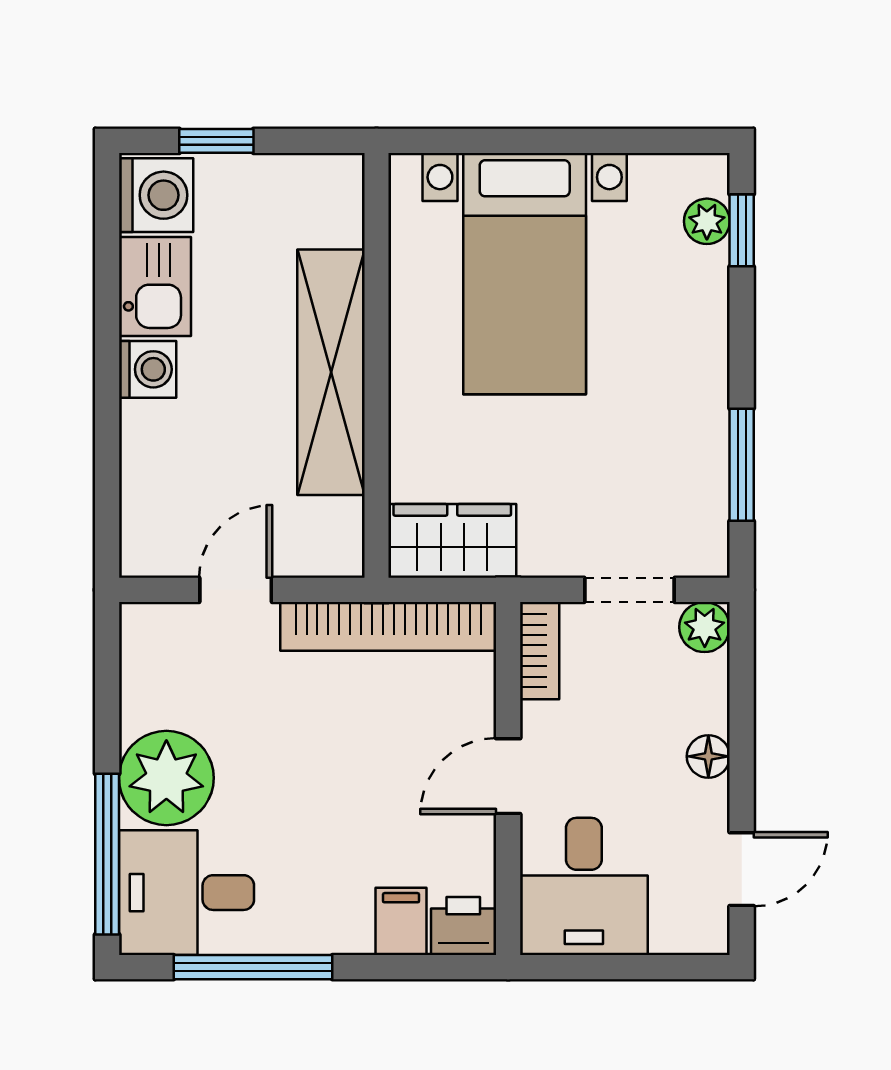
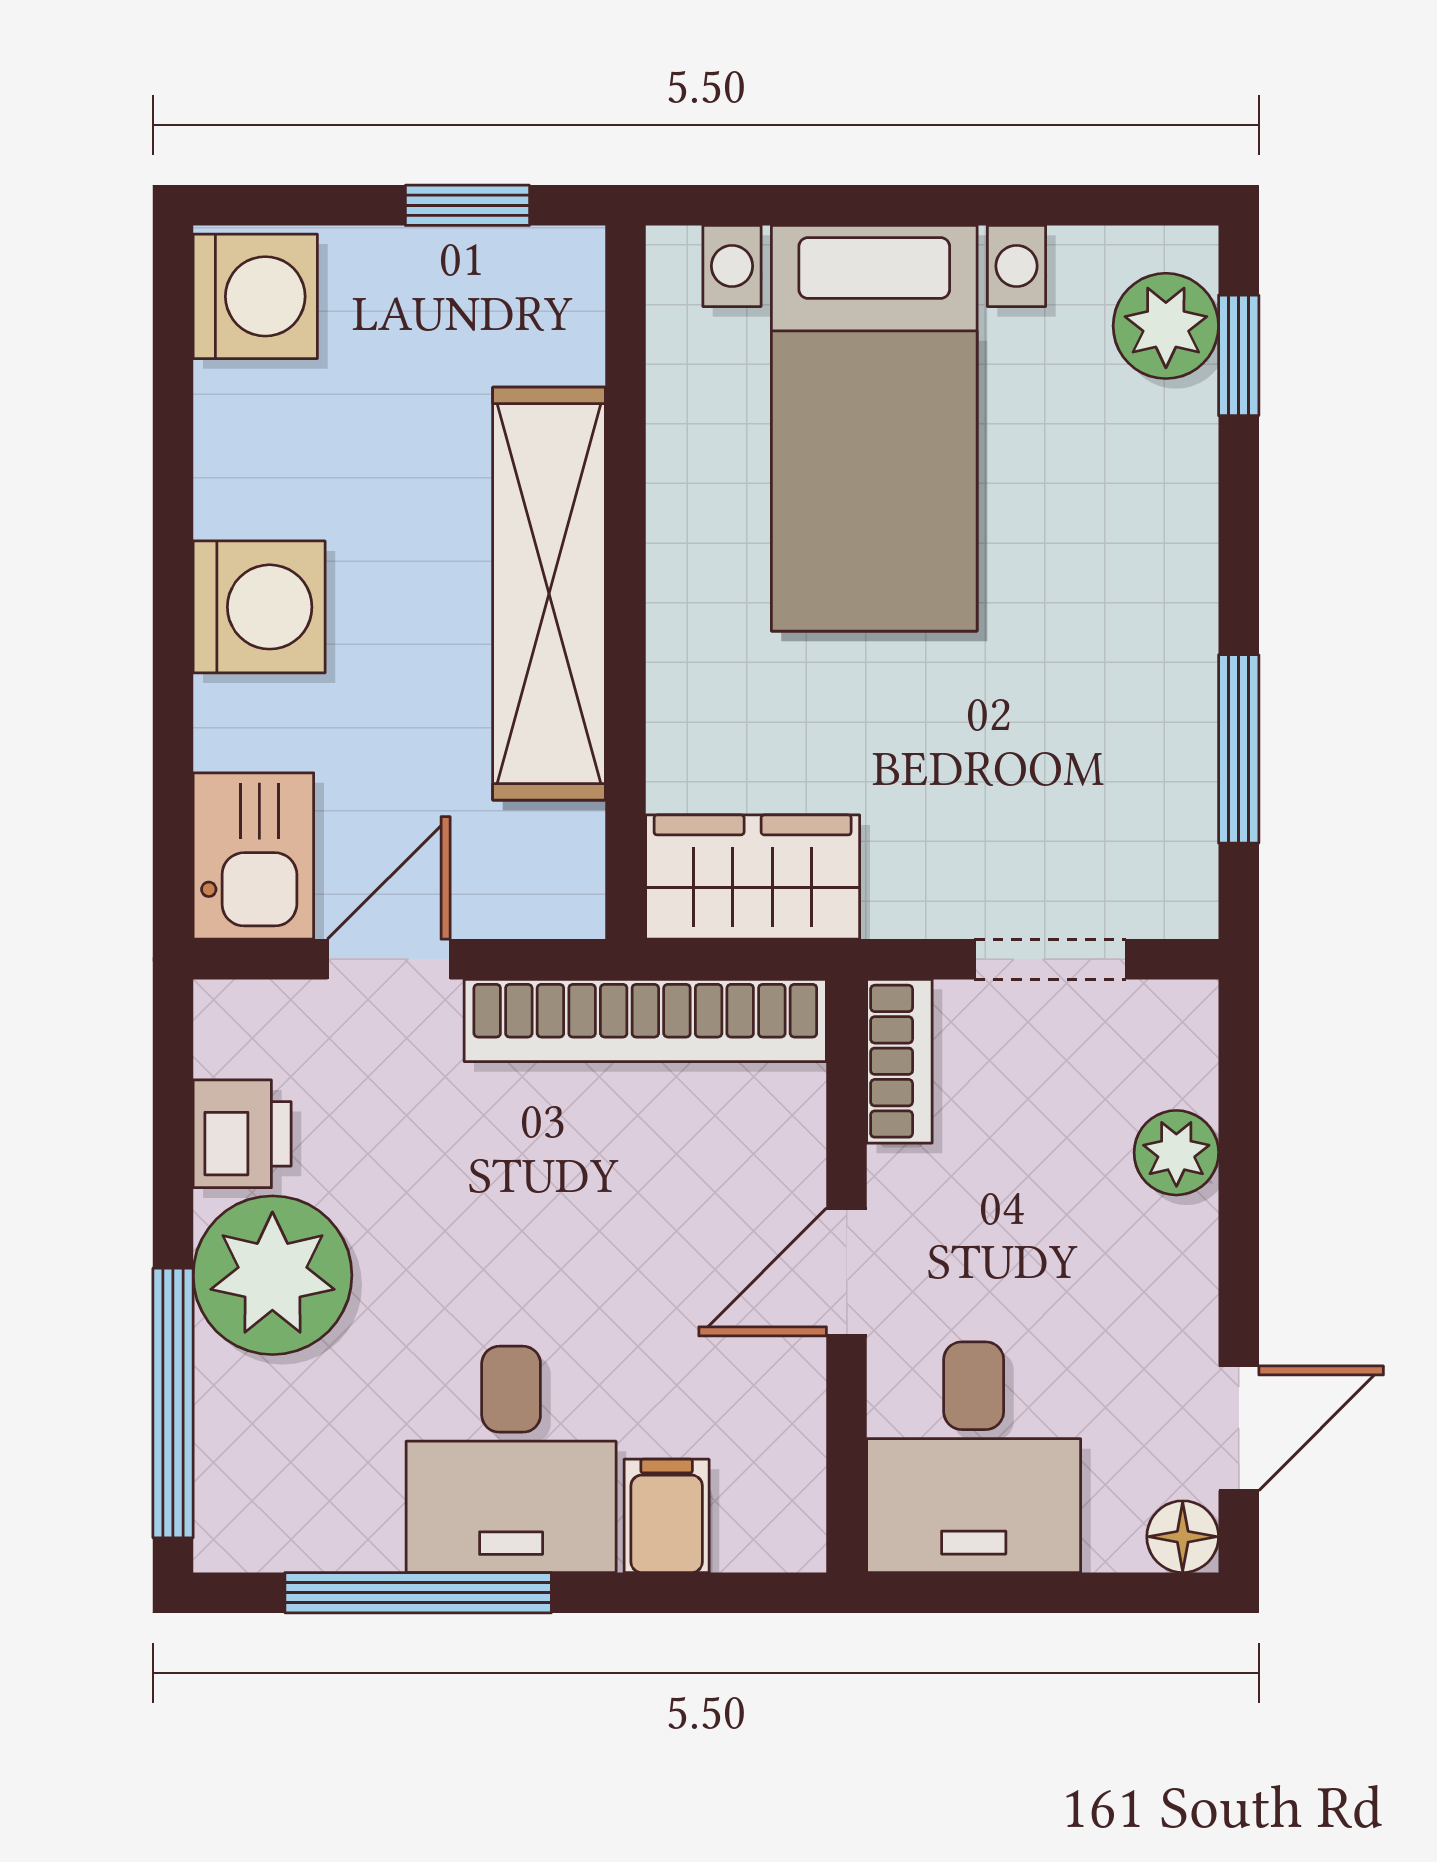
window: (216, 141) -> (467, 205), moved
plant: (707, 221) -> (1166, 326), width x1.38, depth x1.38
kitchen sink: (155, 287) -> (253, 856), moved
washing machine: (148, 369) -> (259, 607), width x1.38, depth x1.38
plant: (705, 627) -> (1176, 1153), moved
floor lamp: (708, 756) -> (1183, 1537), moved
desk: (187, 893) -> (511, 1459), moved, turned -90
printer: (463, 926) -> (242, 1134), moved, turned 90

